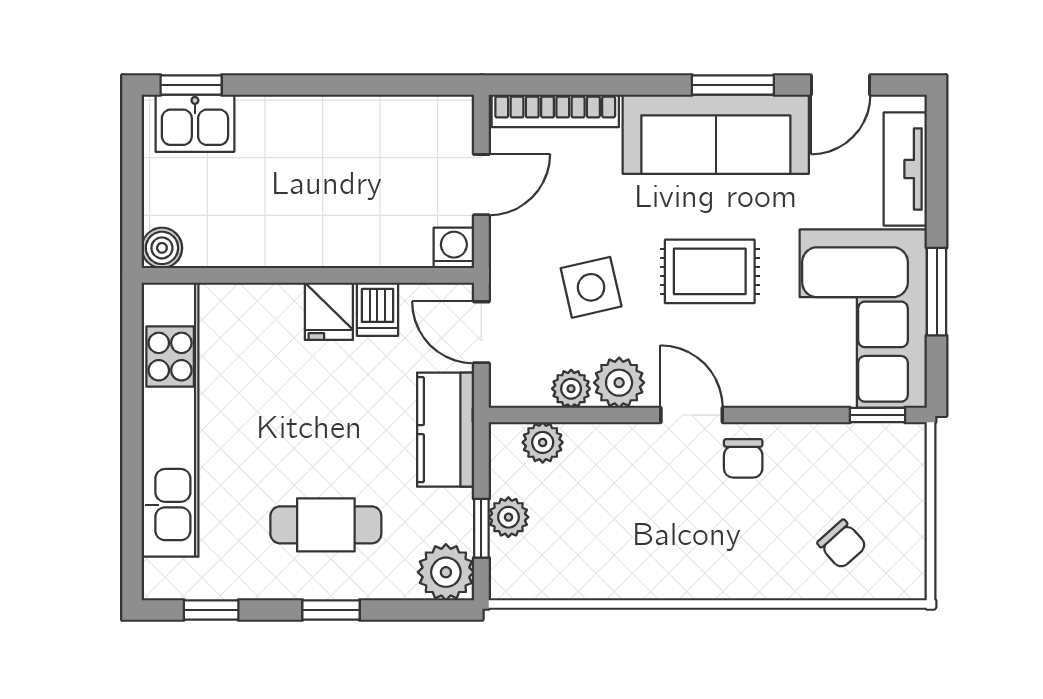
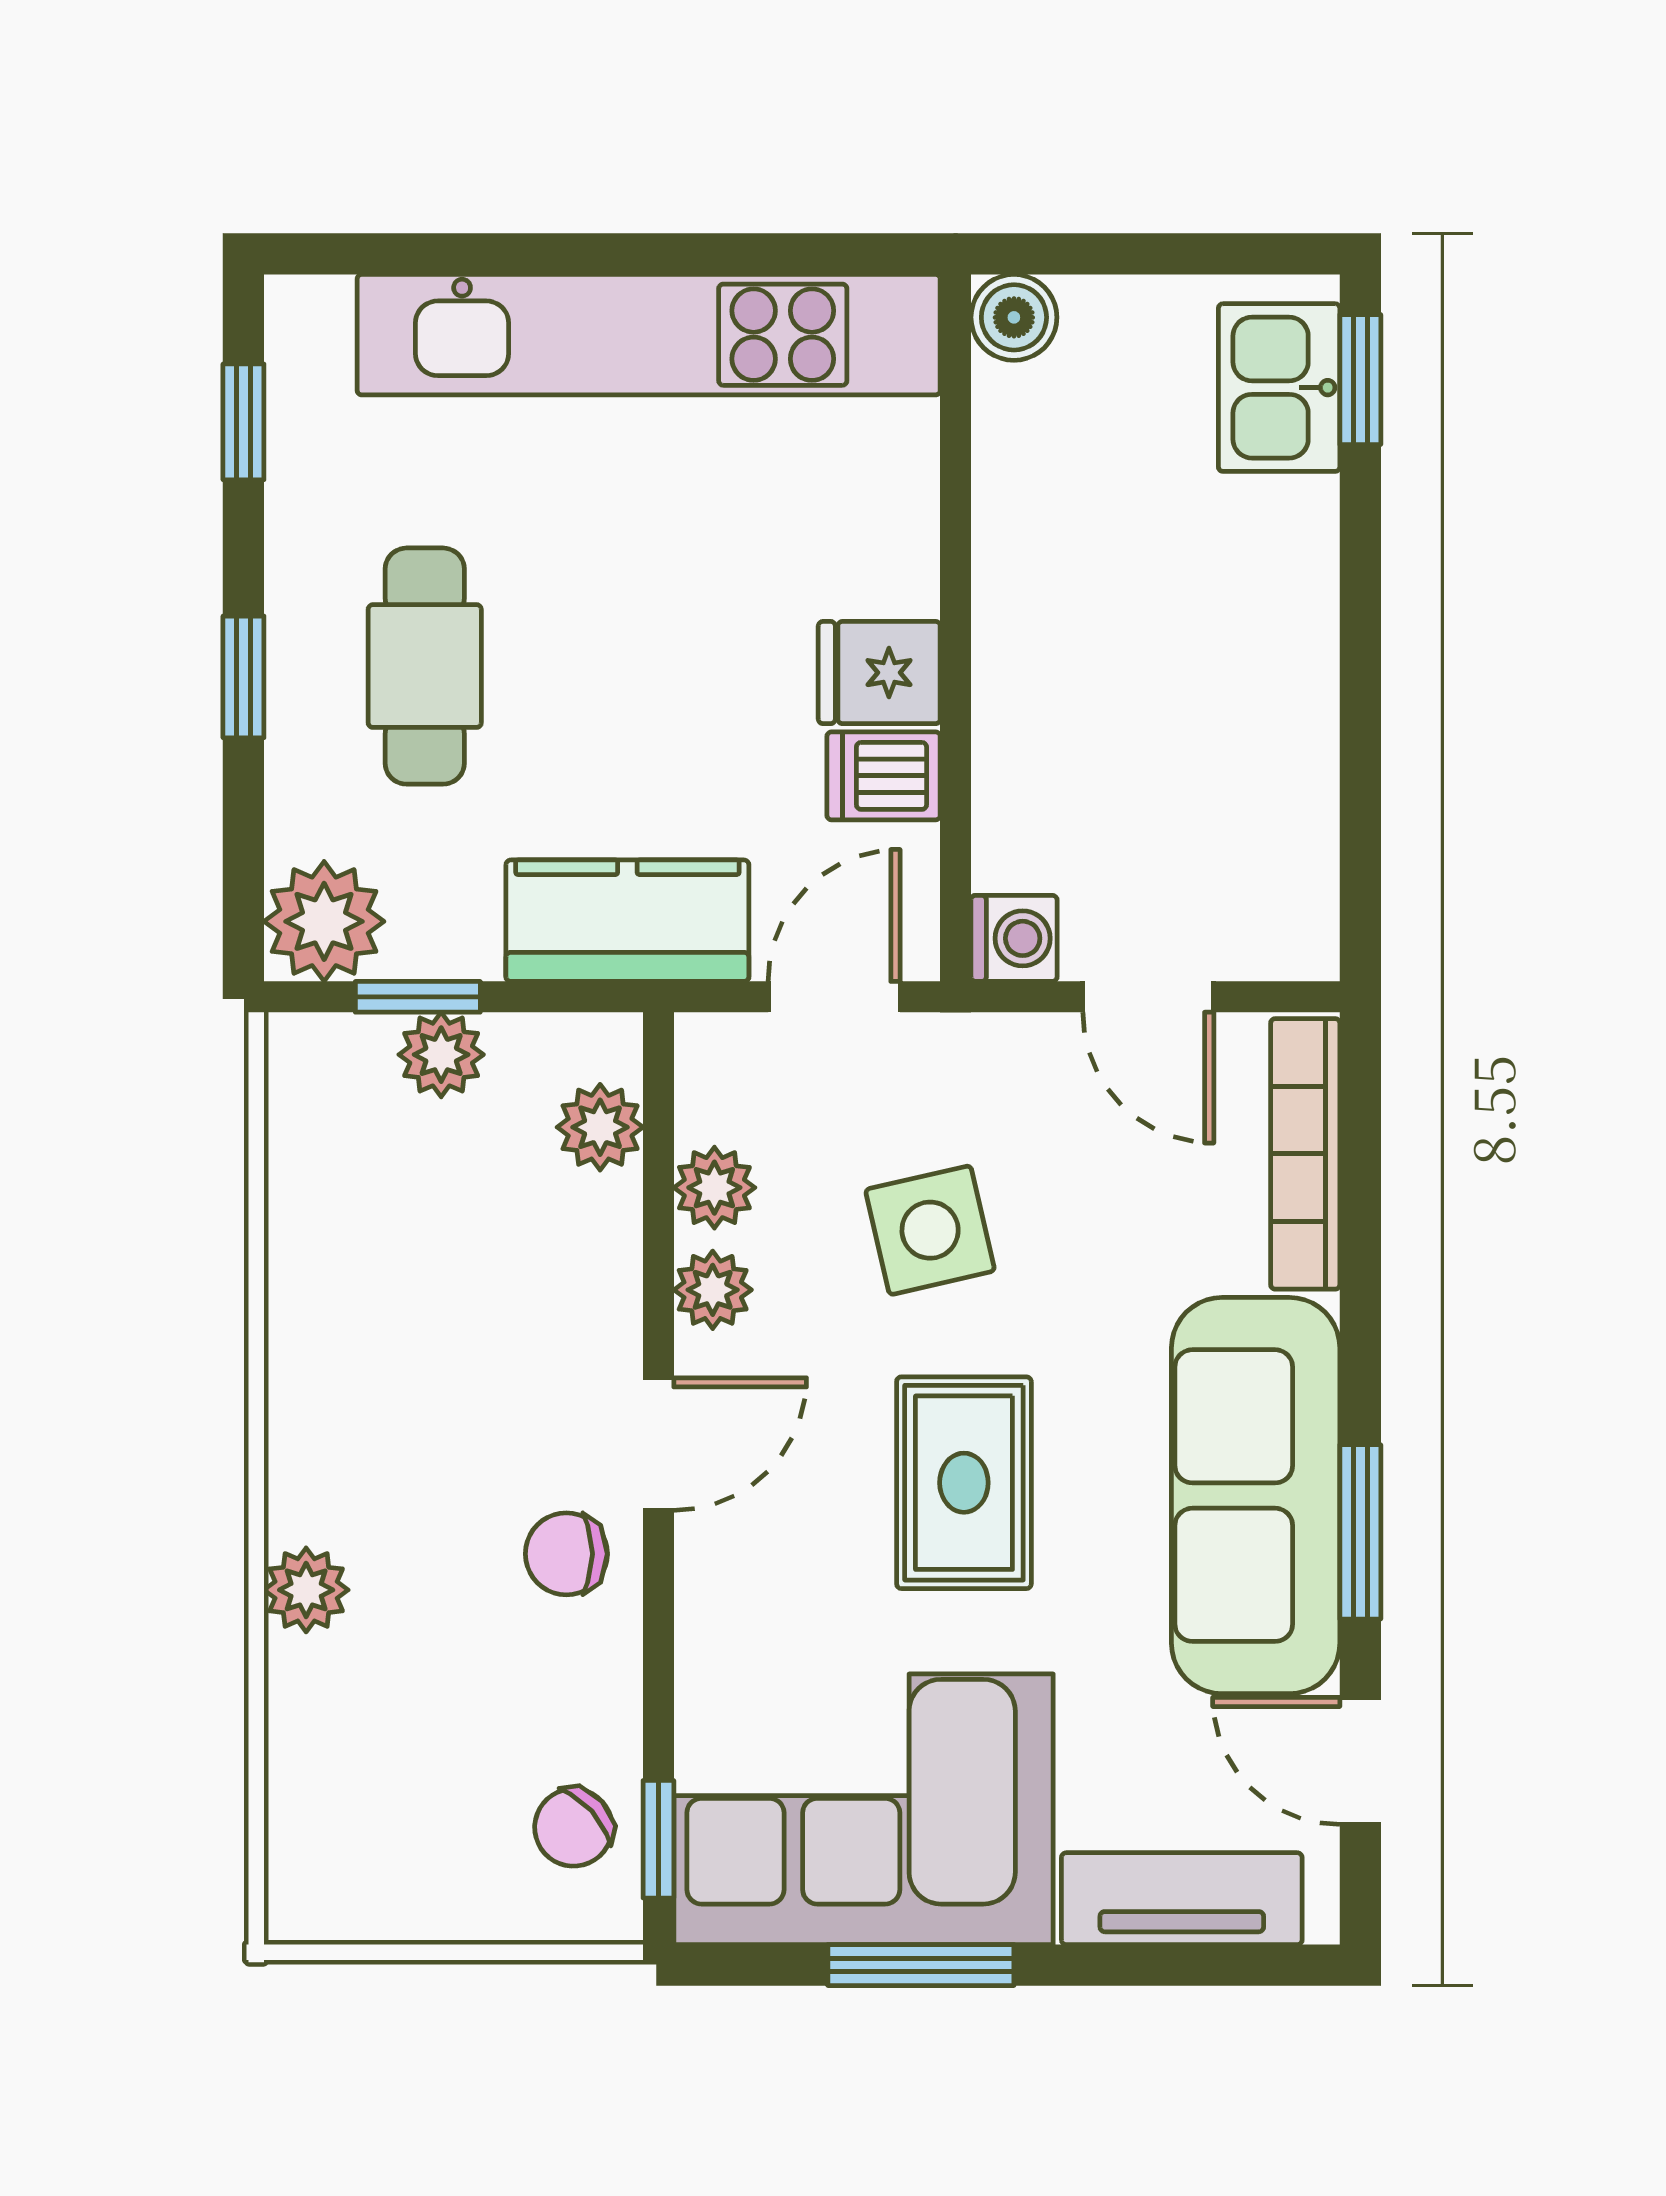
plant: (619, 383) -> (713, 1290), width x0.73, depth x0.73
chair: (842, 544) -> (573, 1827), moved
plant: (760, 581) -> (306, 1590), added

